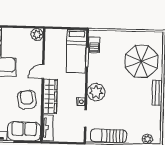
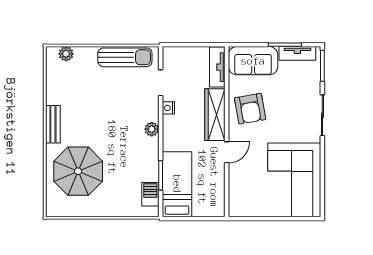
plant: (37, 34) -> (237, 208), removed
plant: (96, 92) -> (152, 129), width x0.53, depth x0.53

